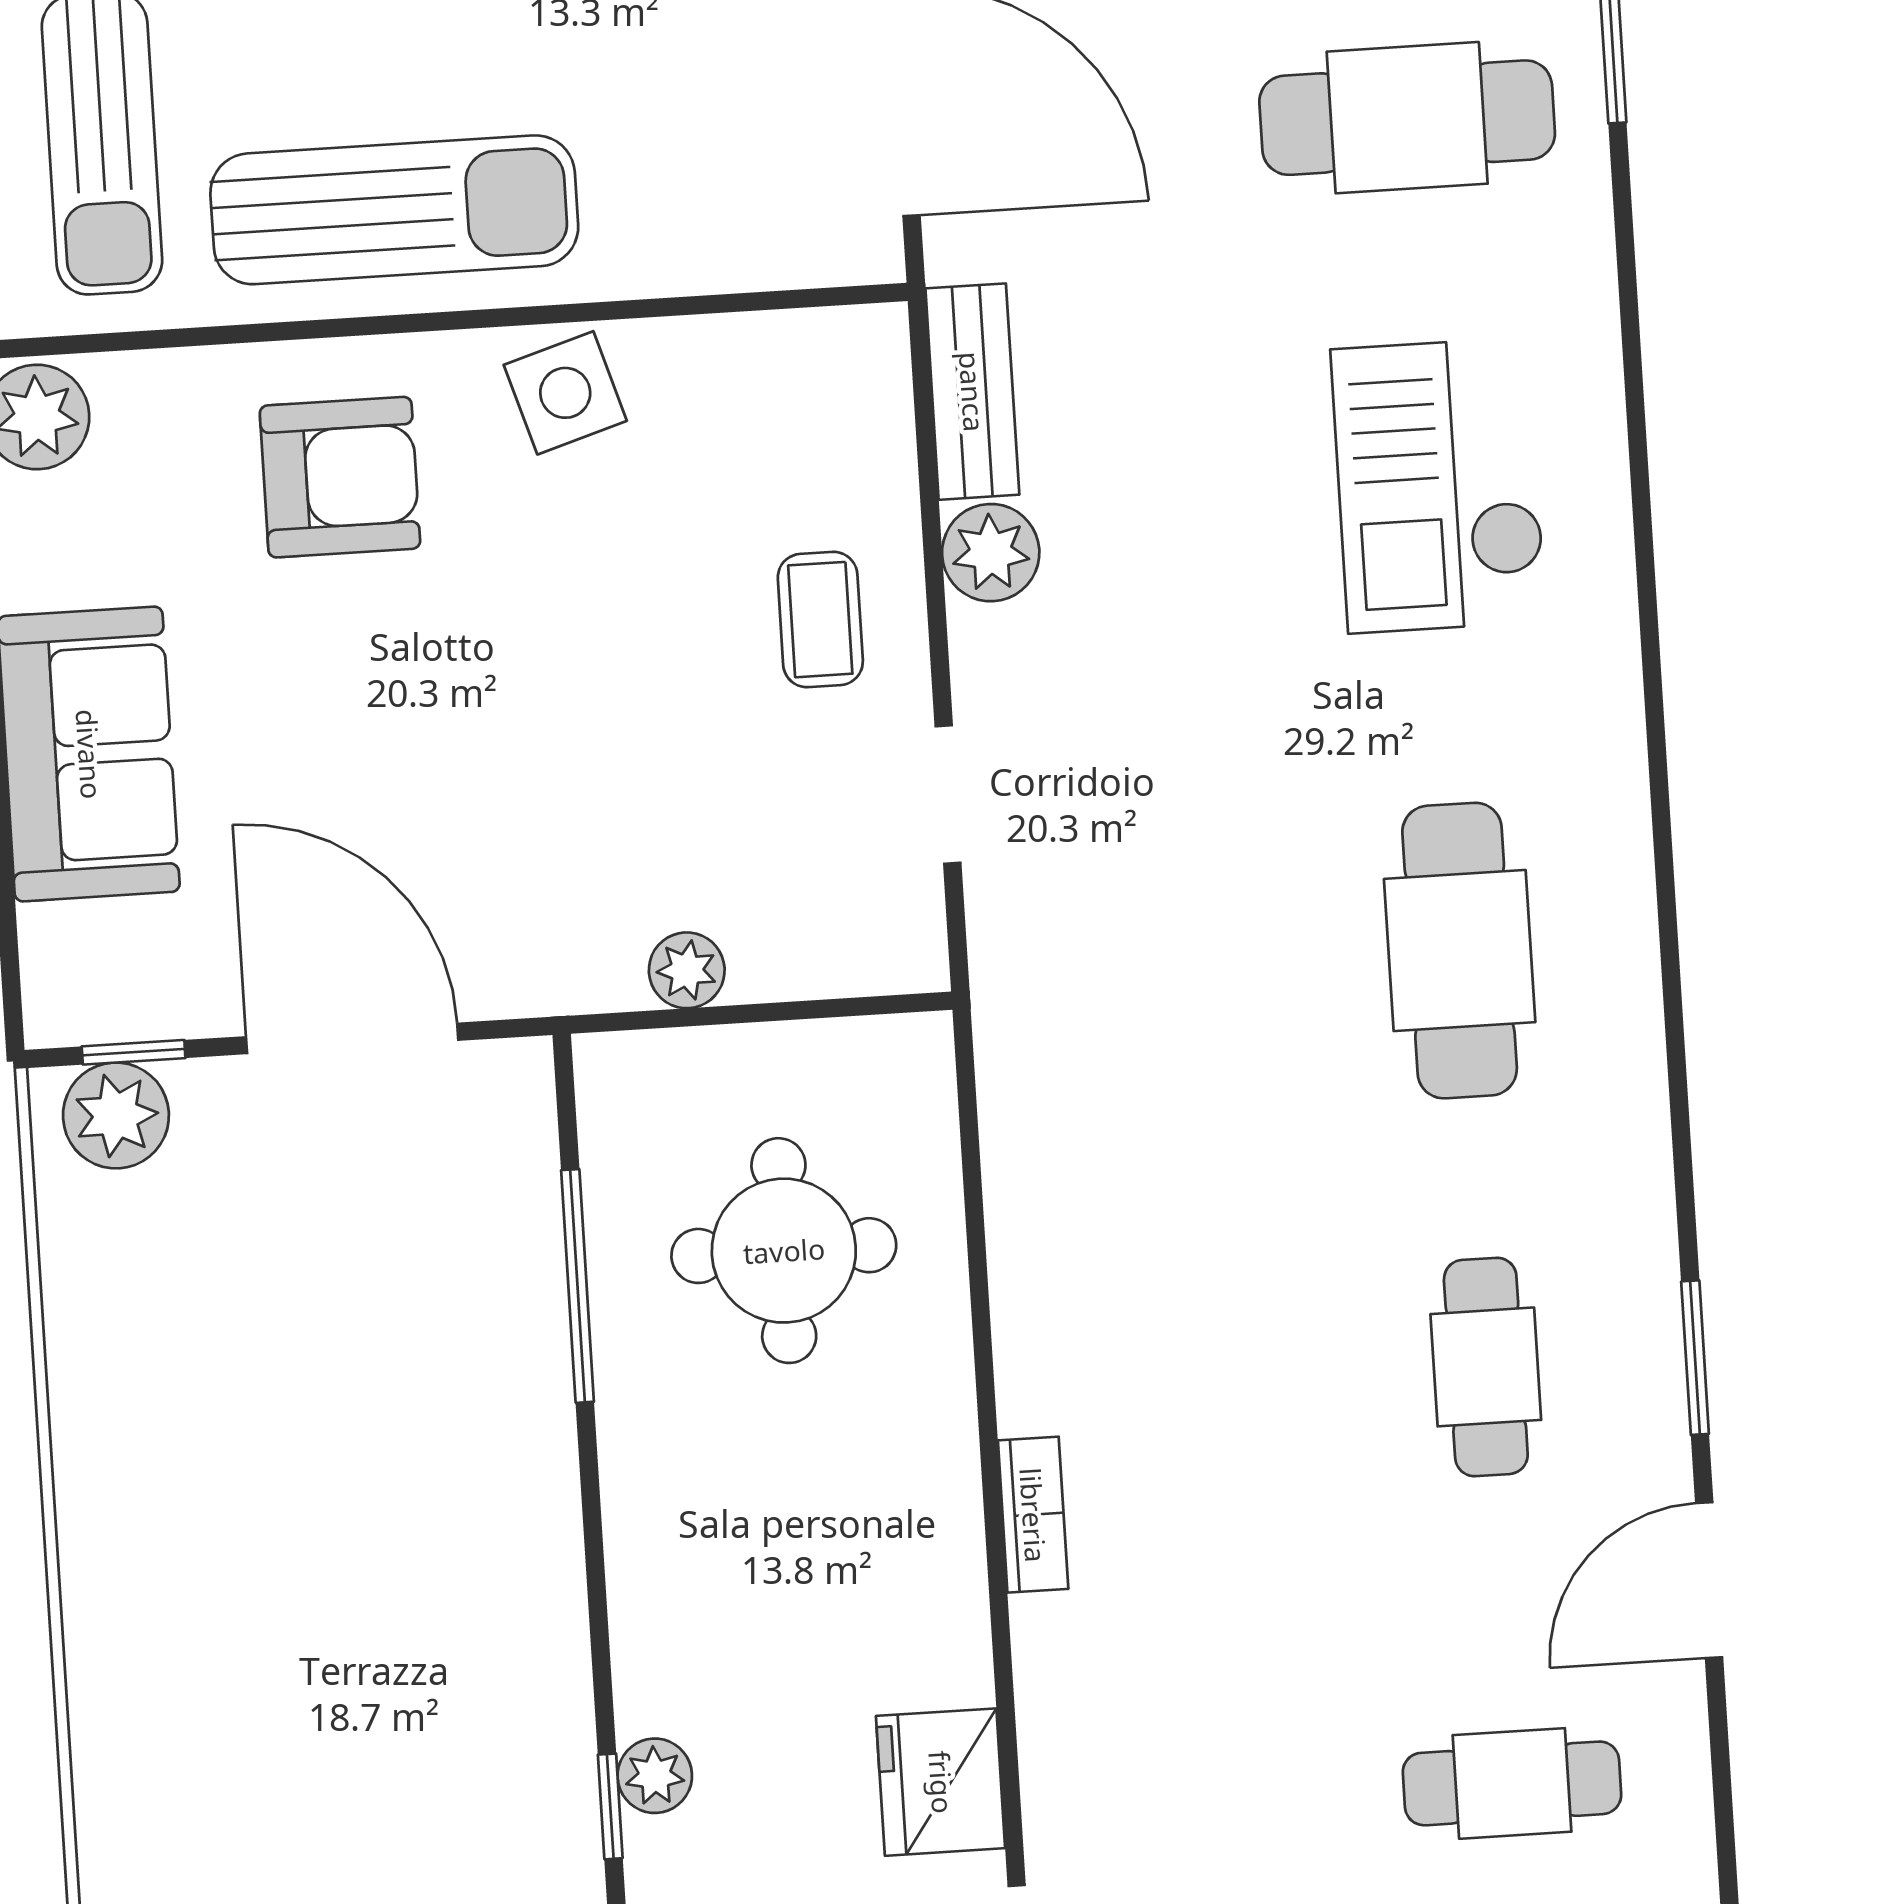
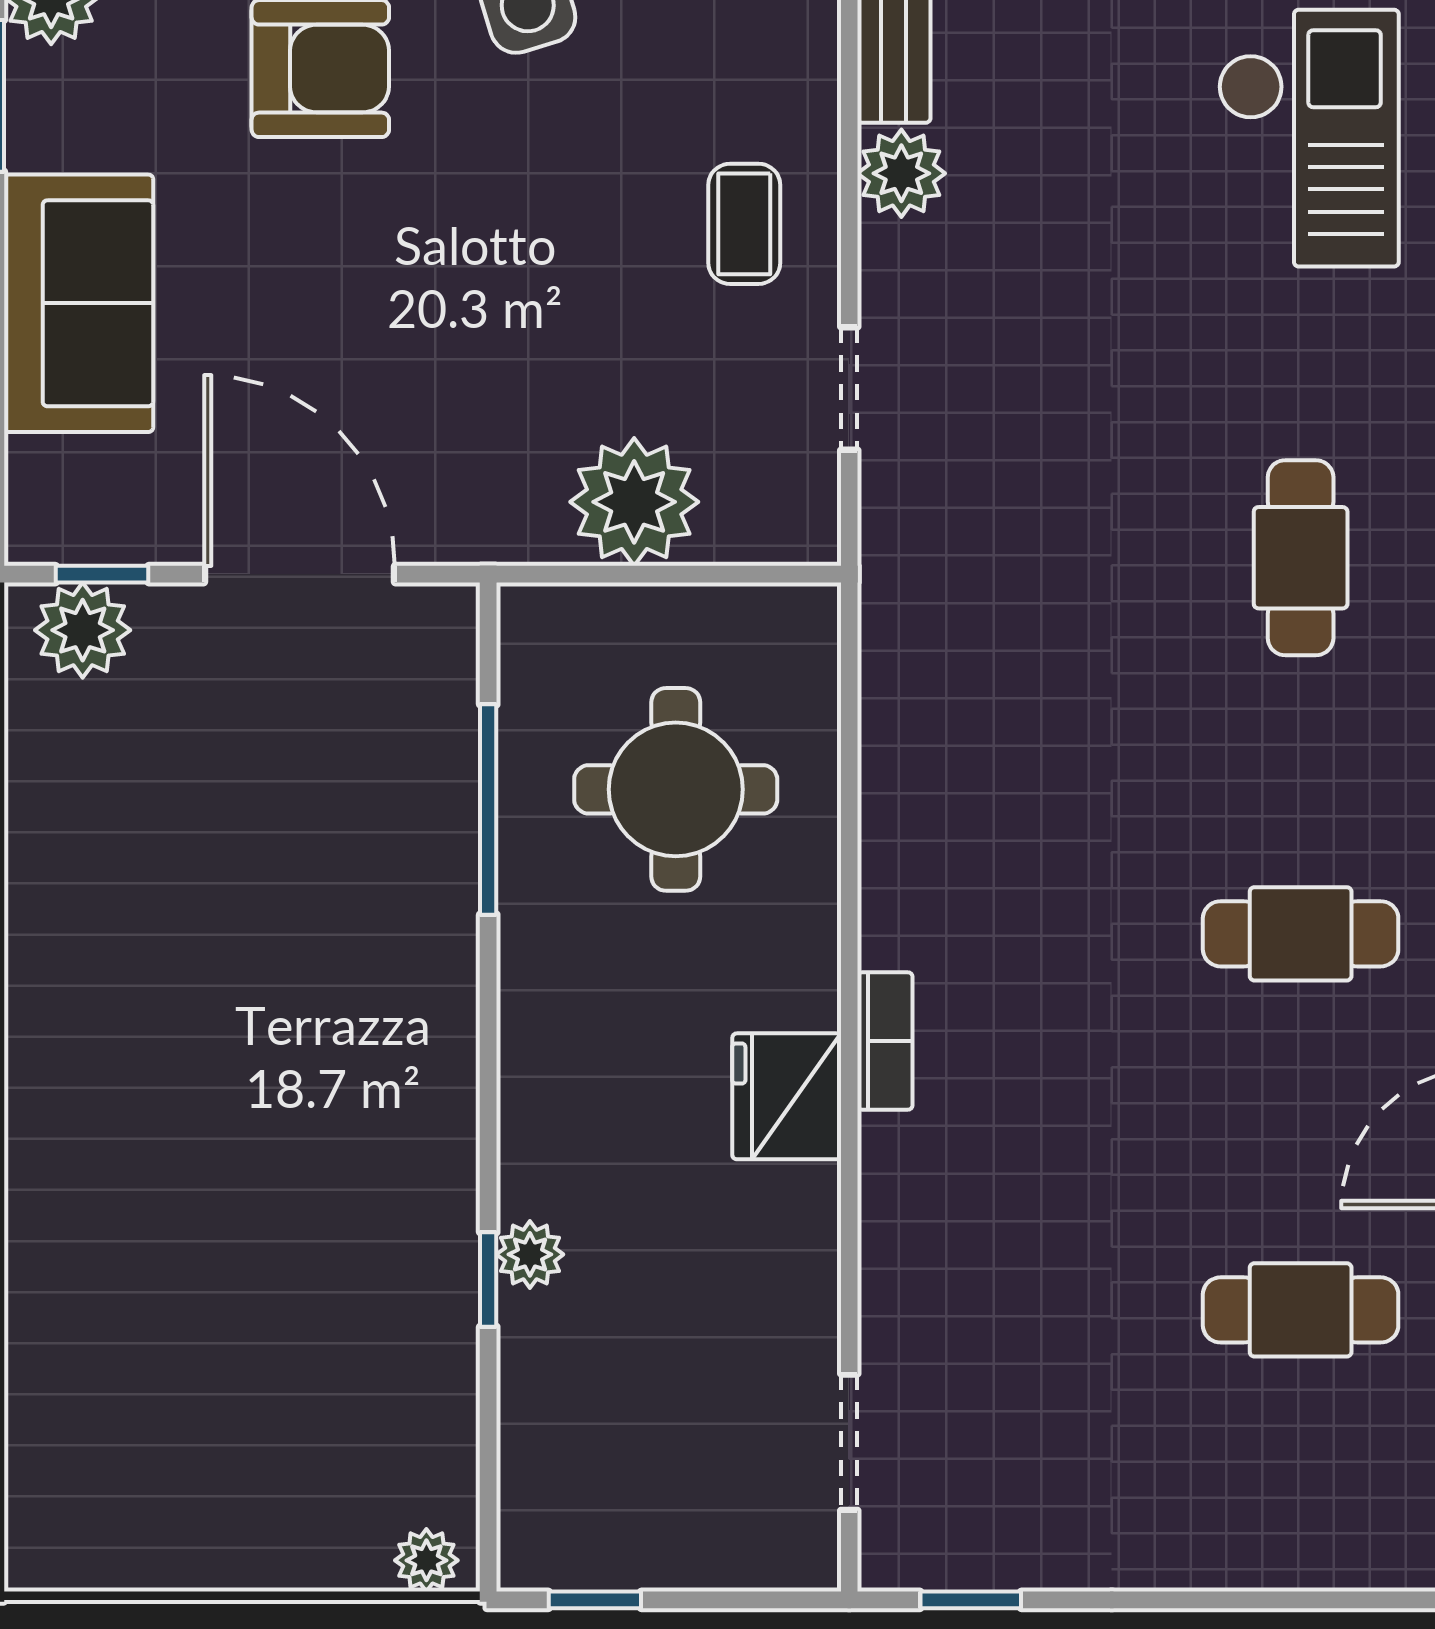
checkout: (1439, 485) -> (1308, 138), turned 180
cafe table: (1460, 951) -> (1301, 558), width x0.73, depth x0.74
plant: (687, 970) -> (634, 502), width x1.87, depth x1.87
cafe table: (1486, 1367) -> (1301, 934), turned 90
fridge: (941, 1782) -> (787, 1096), moved

